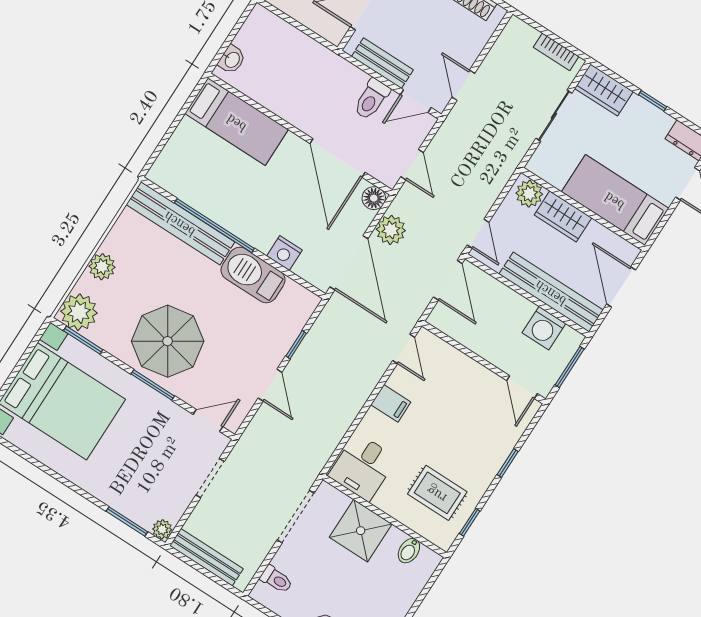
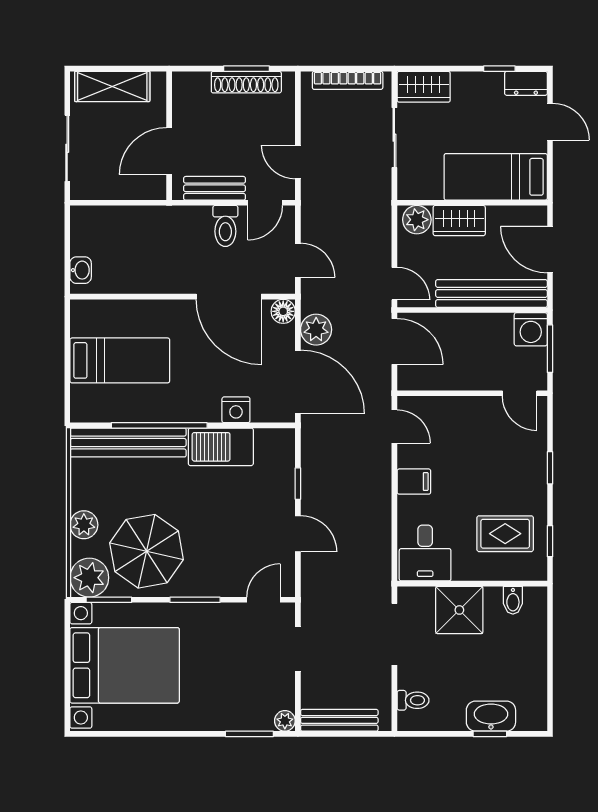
bookcase: (556, 52) -> (348, 80), width x1.56
window: (653, 101) -> (499, 69), moved
bed: (237, 122) -> (120, 360), moved
washing machine: (544, 328) -> (531, 329), moved
parasol: (168, 341) -> (147, 551), moved

